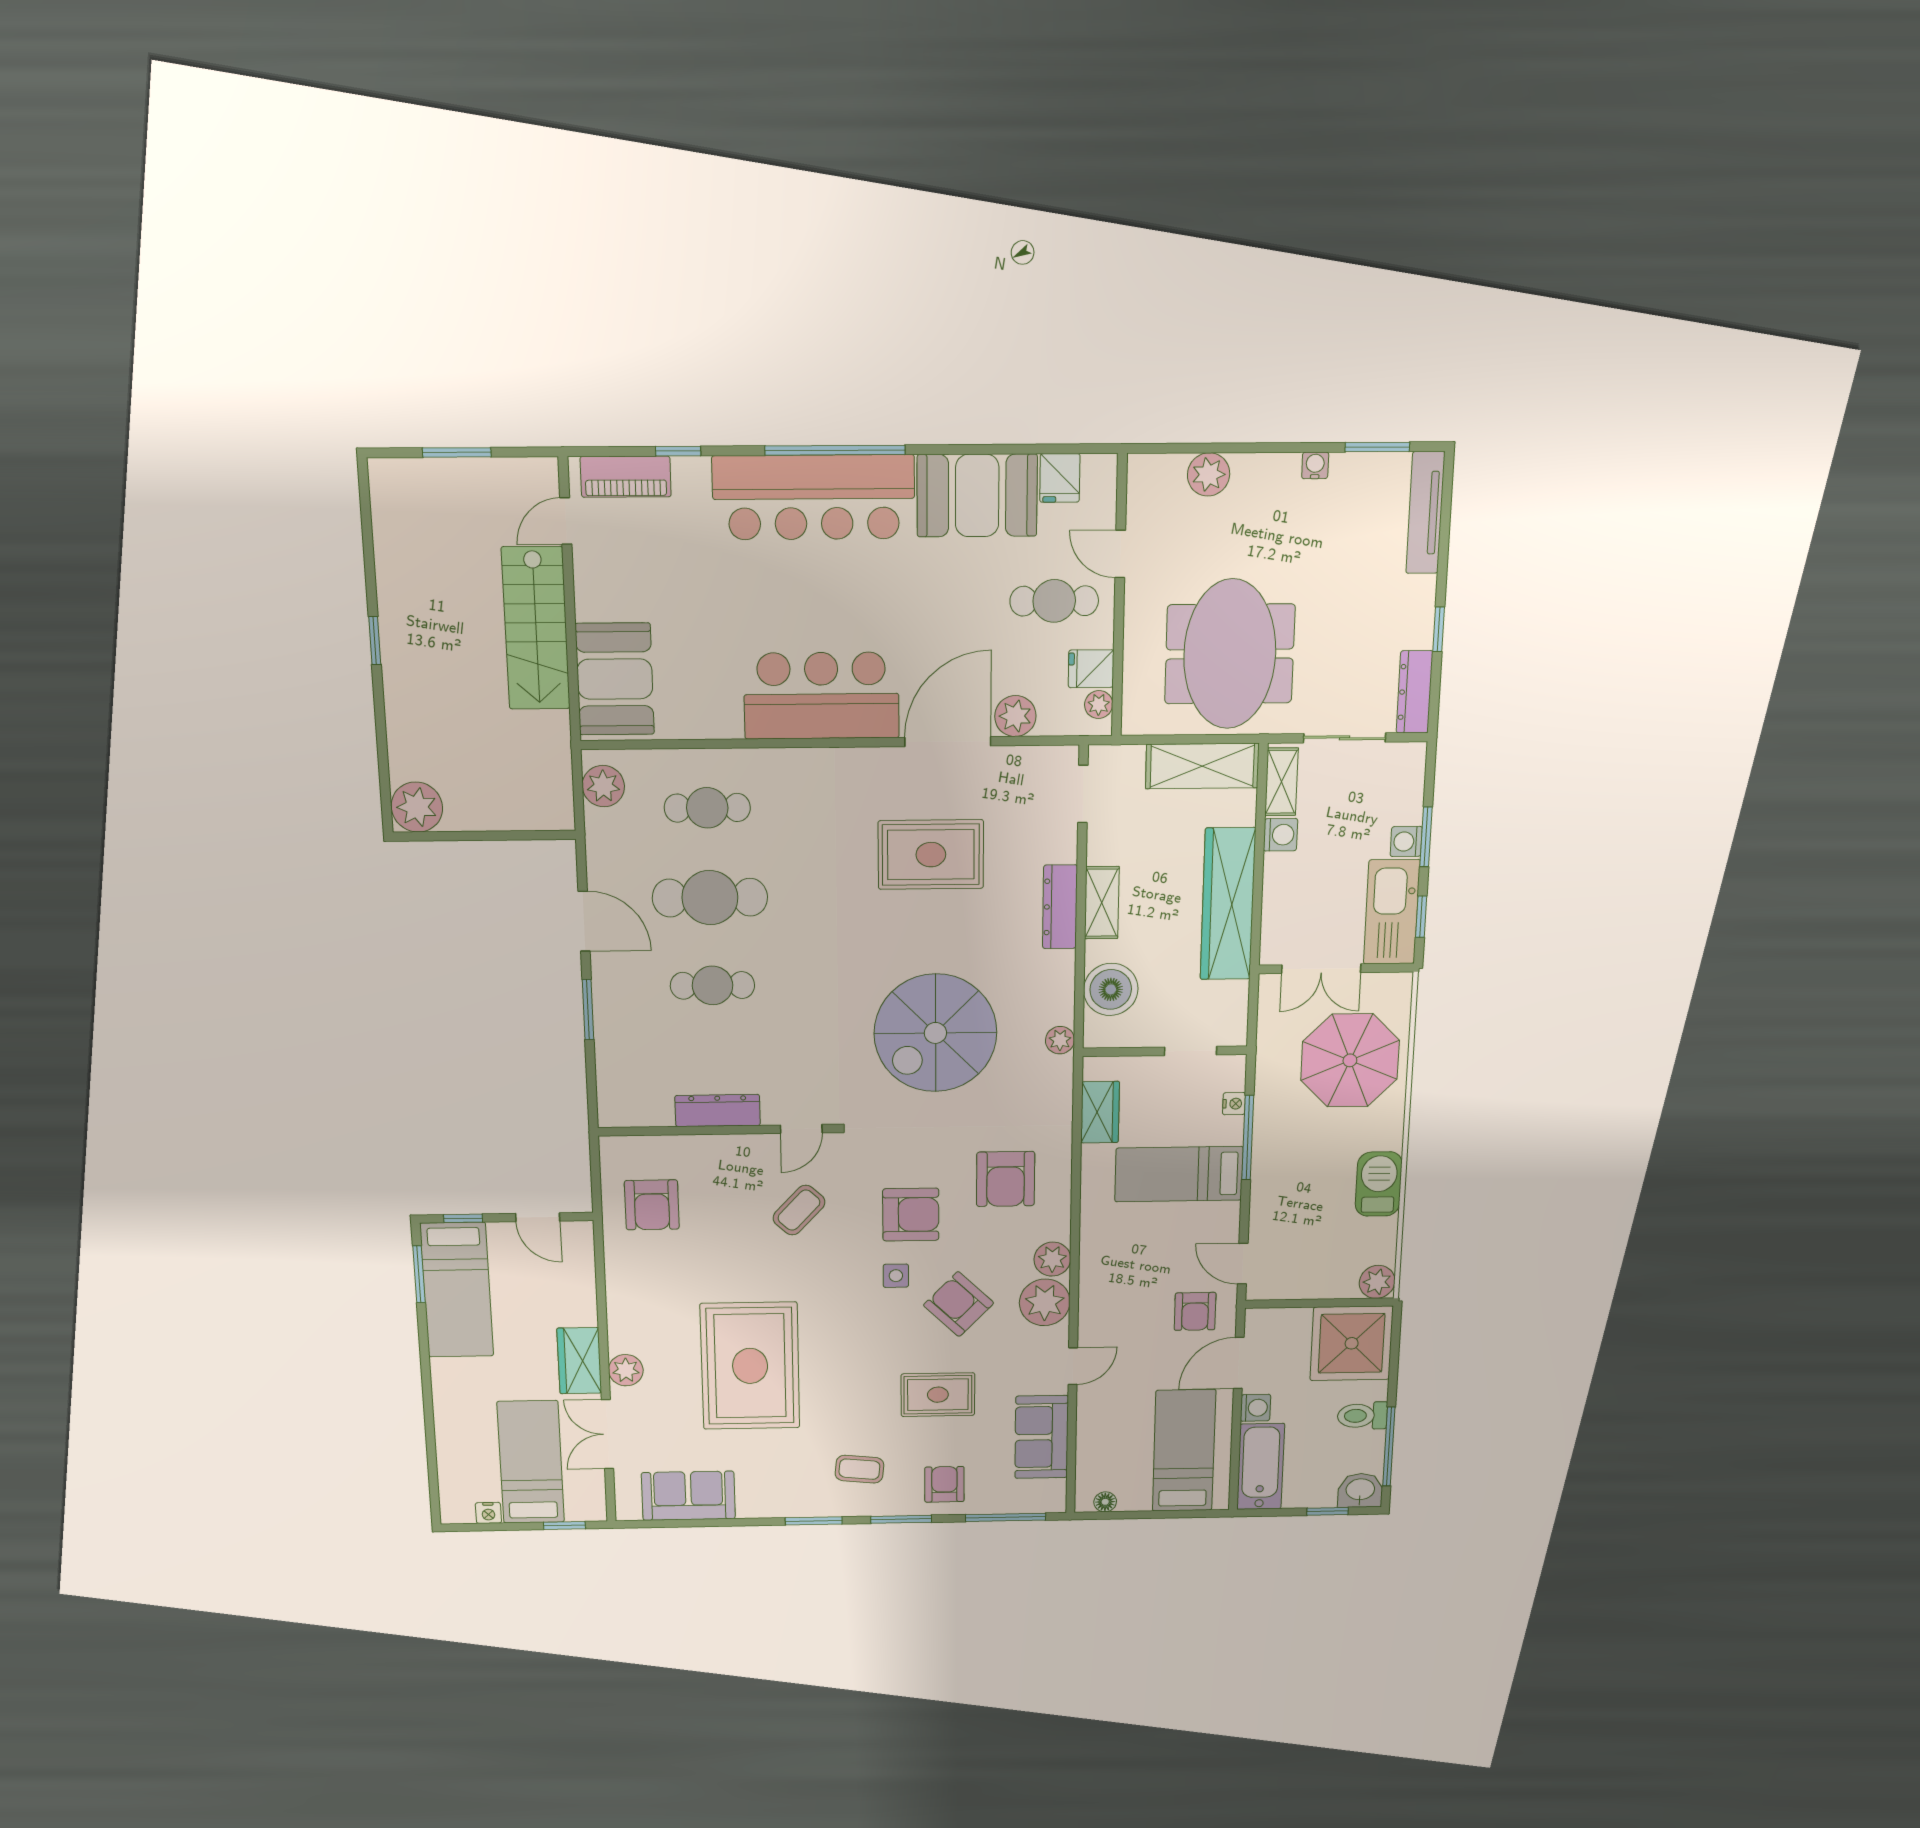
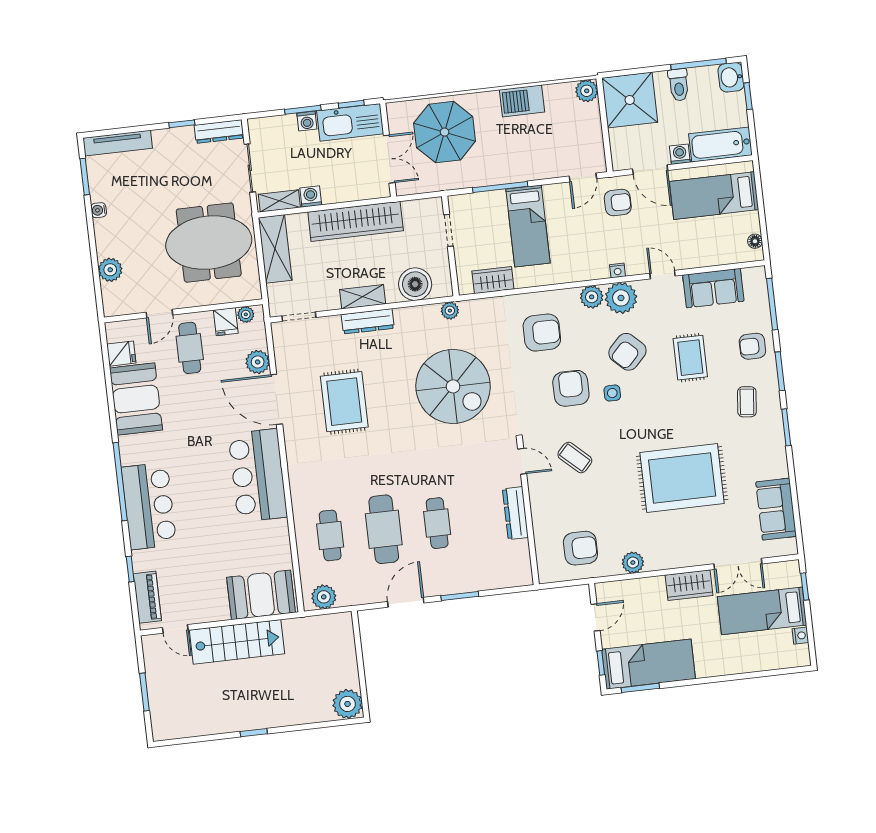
bar counter: (814, 497) -> (149, 506), width x0.73
nightstand: (1234, 1104) -> (618, 270), moved, turned 180
plant: (626, 1370) -> (633, 563), moved

